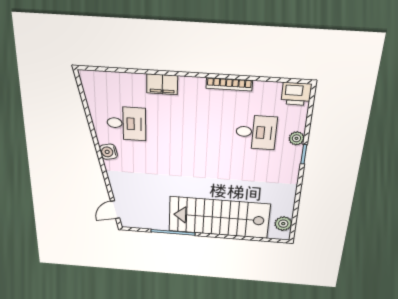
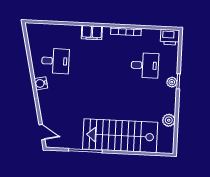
filing cabinet: (162, 84) -> (92, 32), moved
plant: (296, 138) -> (172, 82), moved
door: (115, 210) -> (42, 132), swing flipped
plant: (283, 224) -> (169, 120), moved

